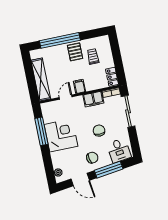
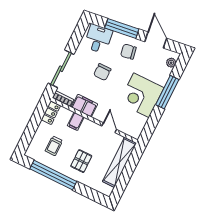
window: (60, 40) -> (53, 175), moved
pallet: (75, 52) -> (81, 161), moved
filing cabinet: (79, 86) -> (76, 121), moved
door: (66, 97) -> (109, 128), swing flipped
window: (41, 131) -> (167, 92), moved

